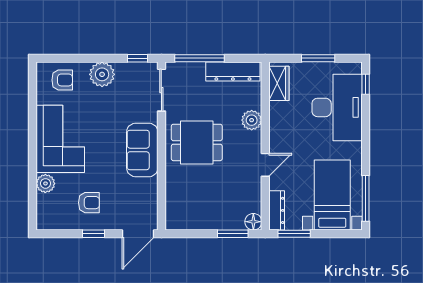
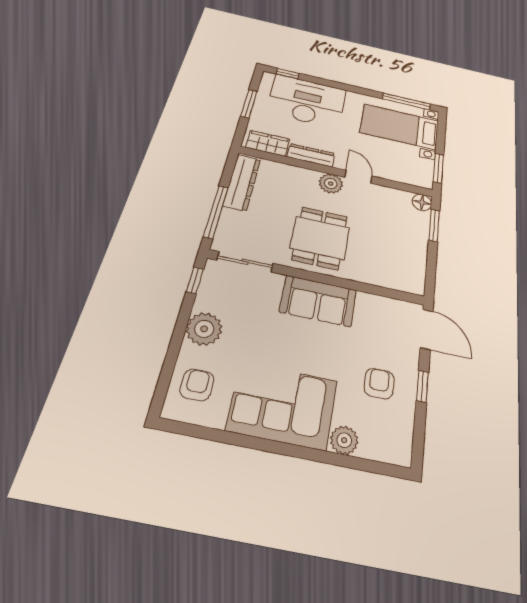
plant: (252, 120) -> (331, 183), moved
dresser: (277, 210) -> (311, 155), moved

